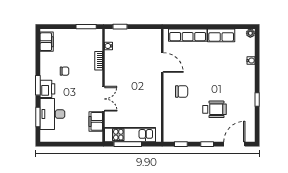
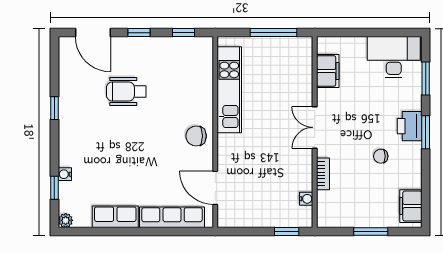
window: (86, 27) -> (371, 232), moved
window: (257, 52) -> (54, 188), added
door: (162, 63) -> (215, 188), moved
chair: (182, 91) -> (196, 136), moved
double door: (103, 99) -> (315, 127), moved
desk: (52, 114) -> (394, 57), moved, turned -90
kitchen unit: (130, 135) -> (229, 90), moved, turned -90
door: (234, 144) -> (93, 33), hinge flipped

